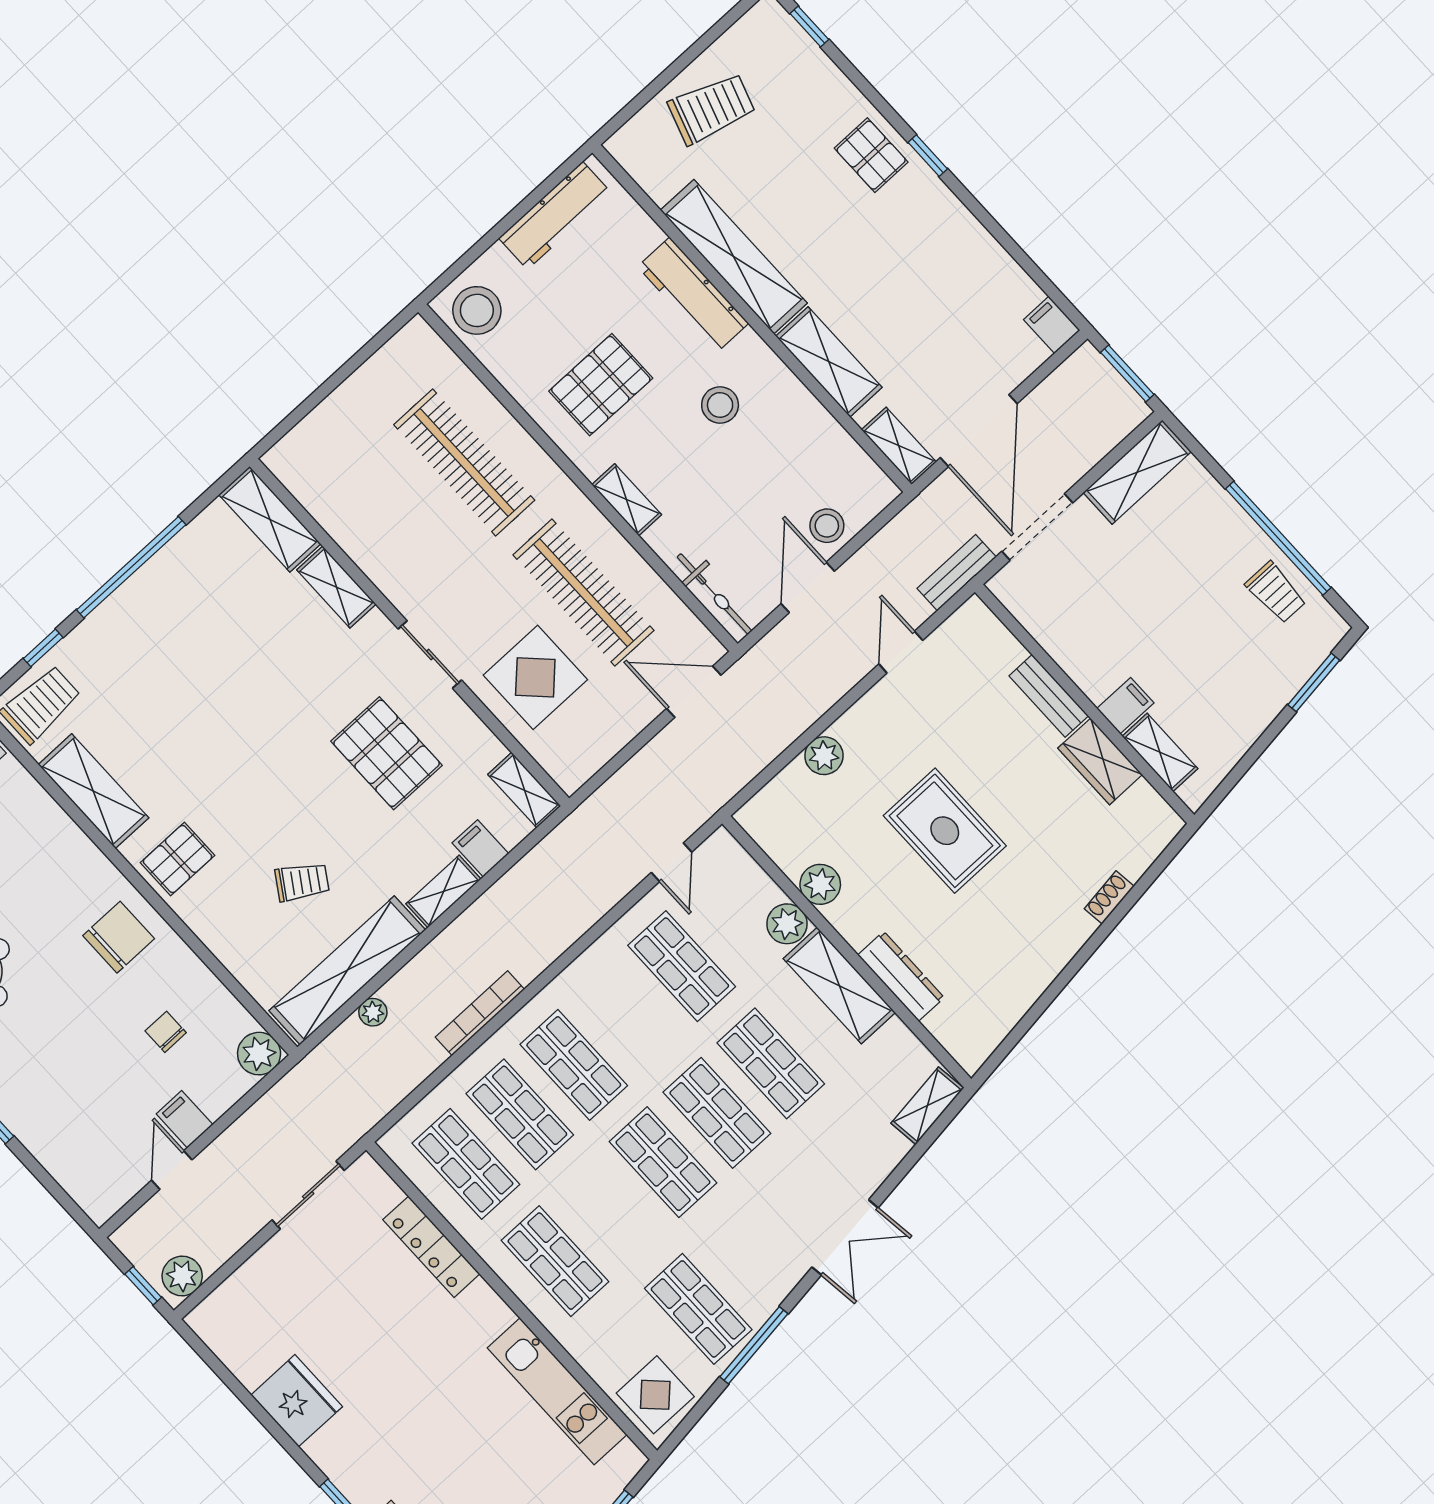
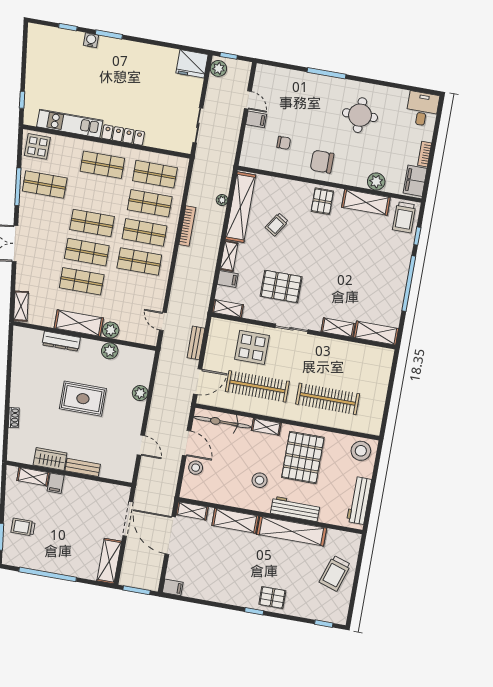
pallet: (601, 385) -> (303, 457), width x1.37, depth x1.41
bench: (957, 573) -> (196, 343), moved
trolley: (1276, 592) -> (23, 527), moved
bicycle: (714, 594) -> (222, 422), width x1.37, depth x1.40
chair: (119, 937) -> (322, 162), turned 90
shop shelf: (682, 966) -> (139, 261), moved
plant: (259, 1054) -> (376, 181), moved
locker: (431, 1247) -> (123, 135), moved
fridge: (297, 1401) -> (192, 64), moved

